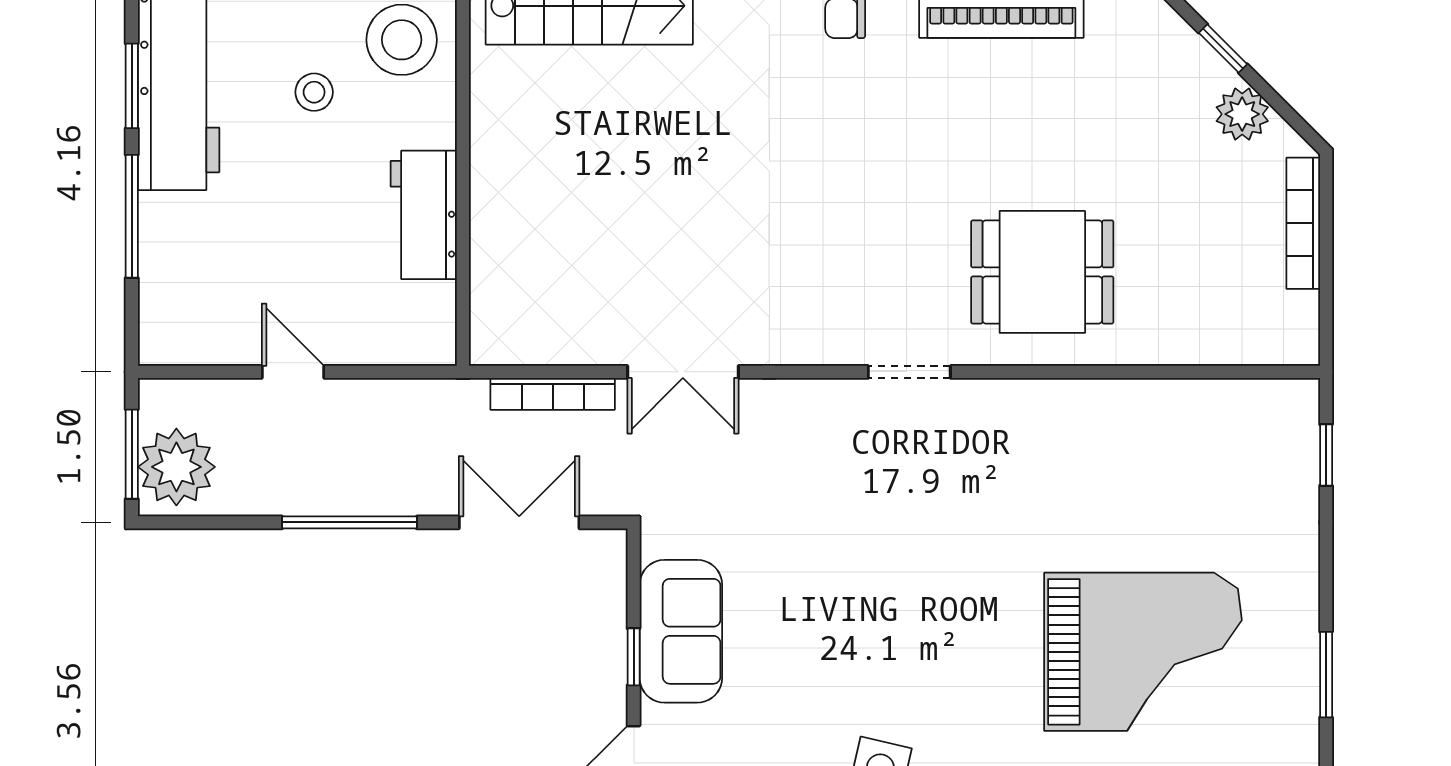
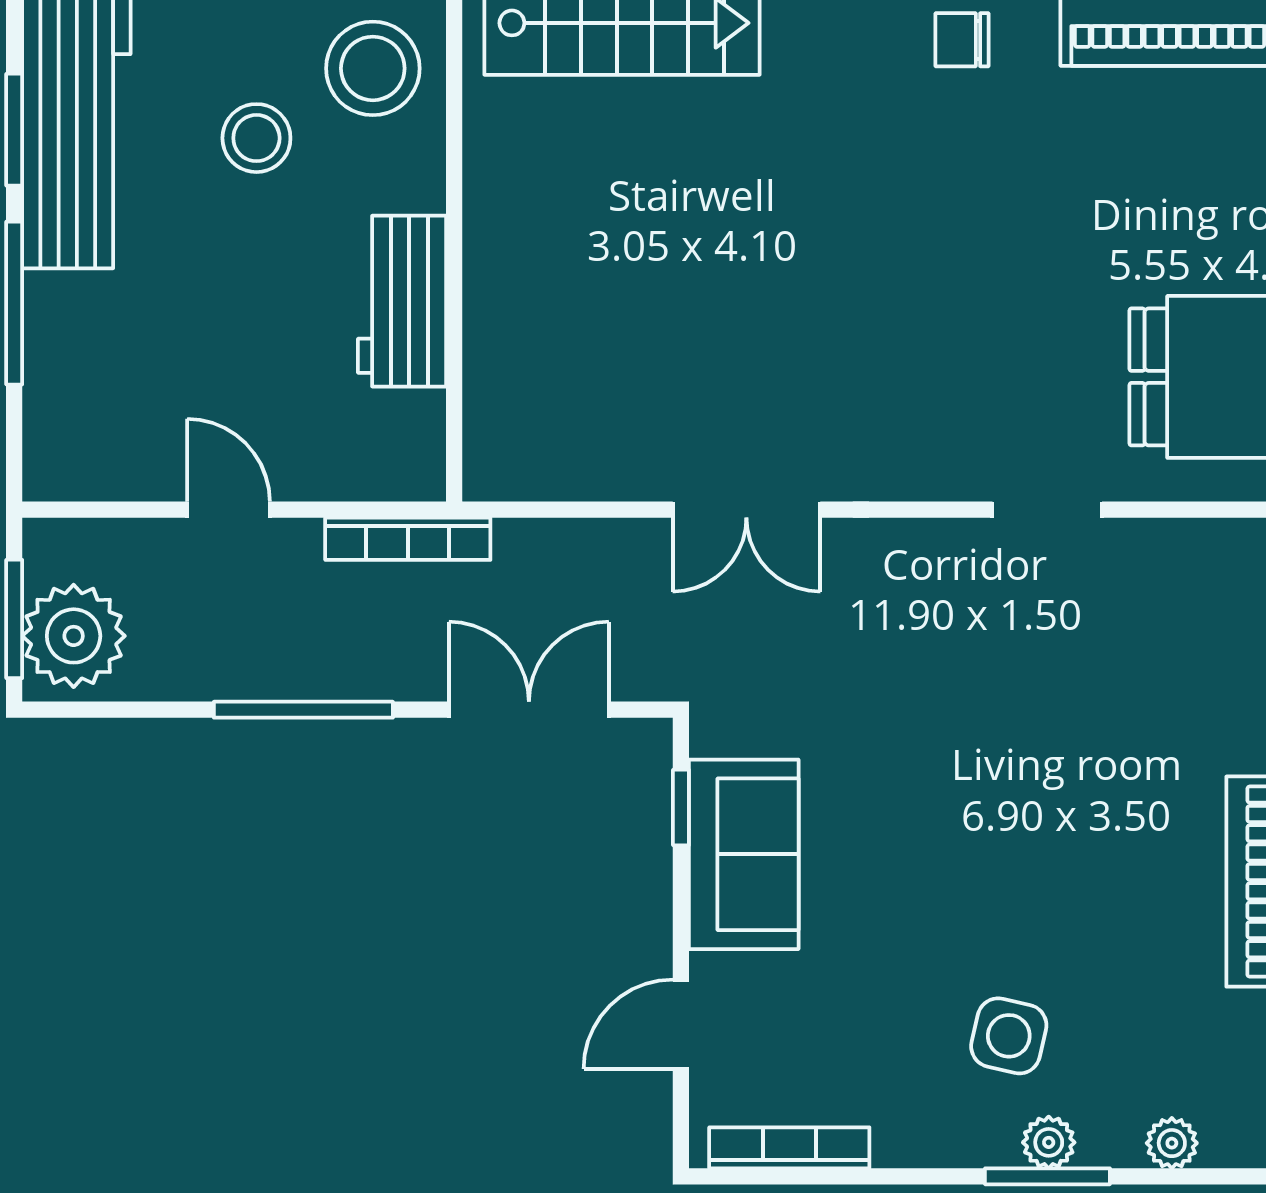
stool: (314, 92) -> (256, 138), width x1.37, depth x1.37
bookcase: (553, 394) -> (408, 539), moved
window: (634, 657) -> (681, 807), moved

